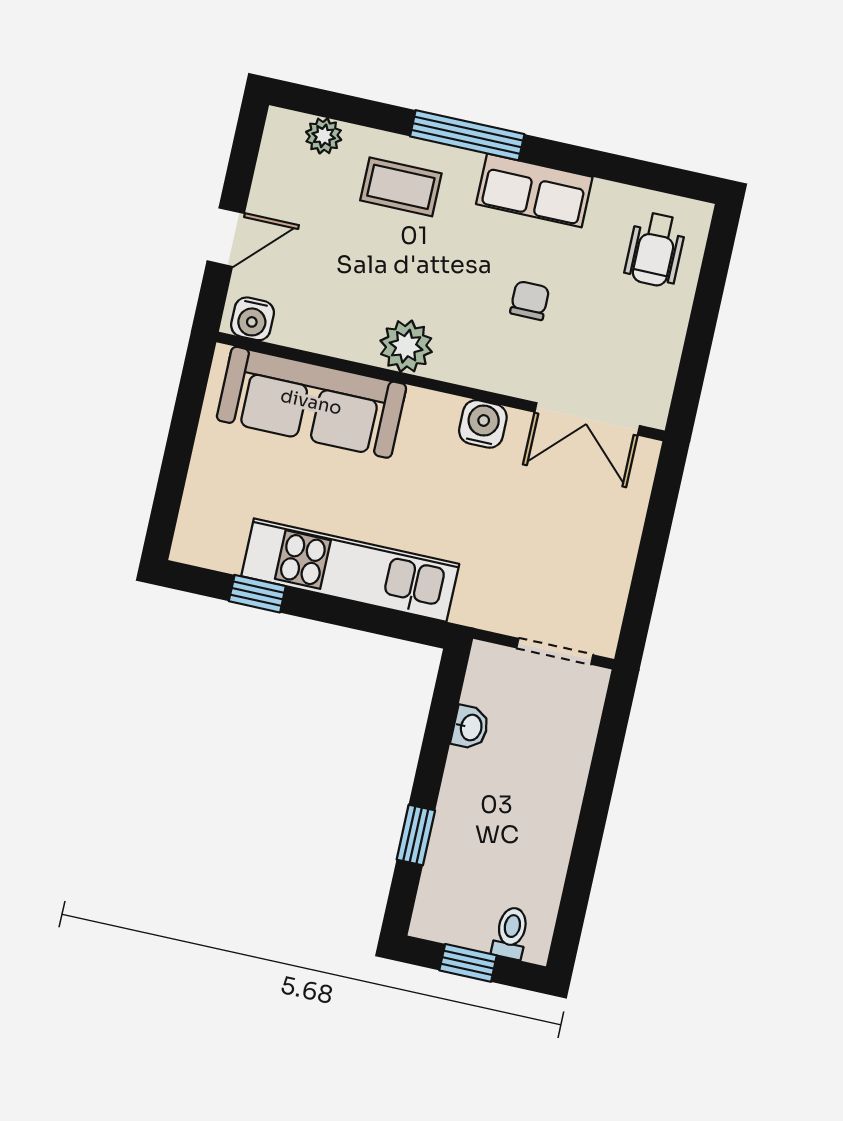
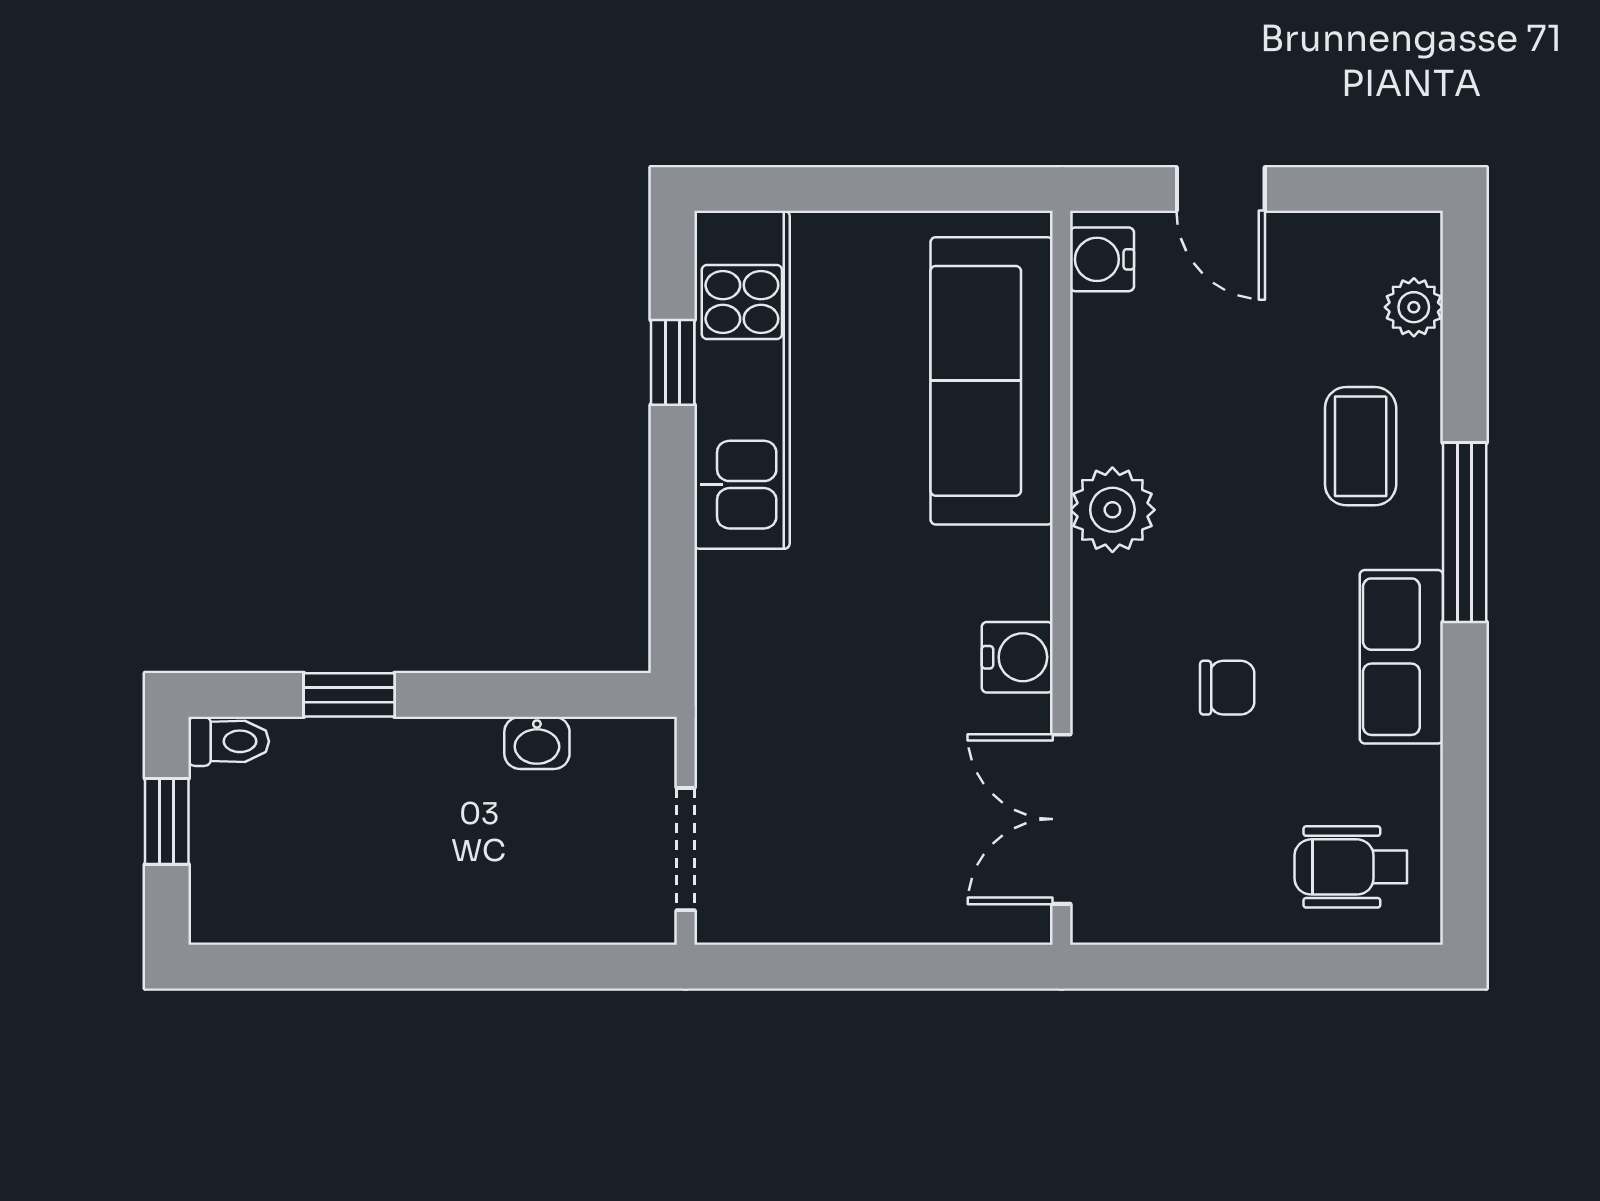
kitchen unit: (350, 570) -> (742, 380), moved
toilet: (511, 933) -> (229, 741), moved

